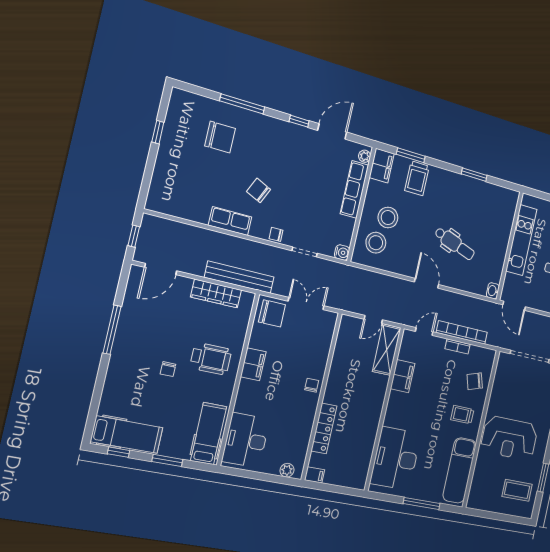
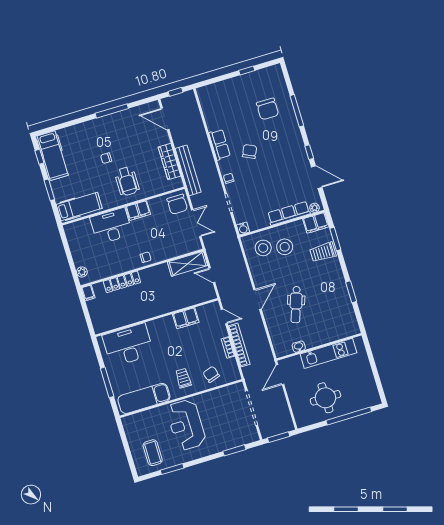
washbasin: (493, 291) -> (299, 347), moved
shelving: (387, 350) -> (187, 264), moved
desk: (246, 440) -> (111, 226), moved

